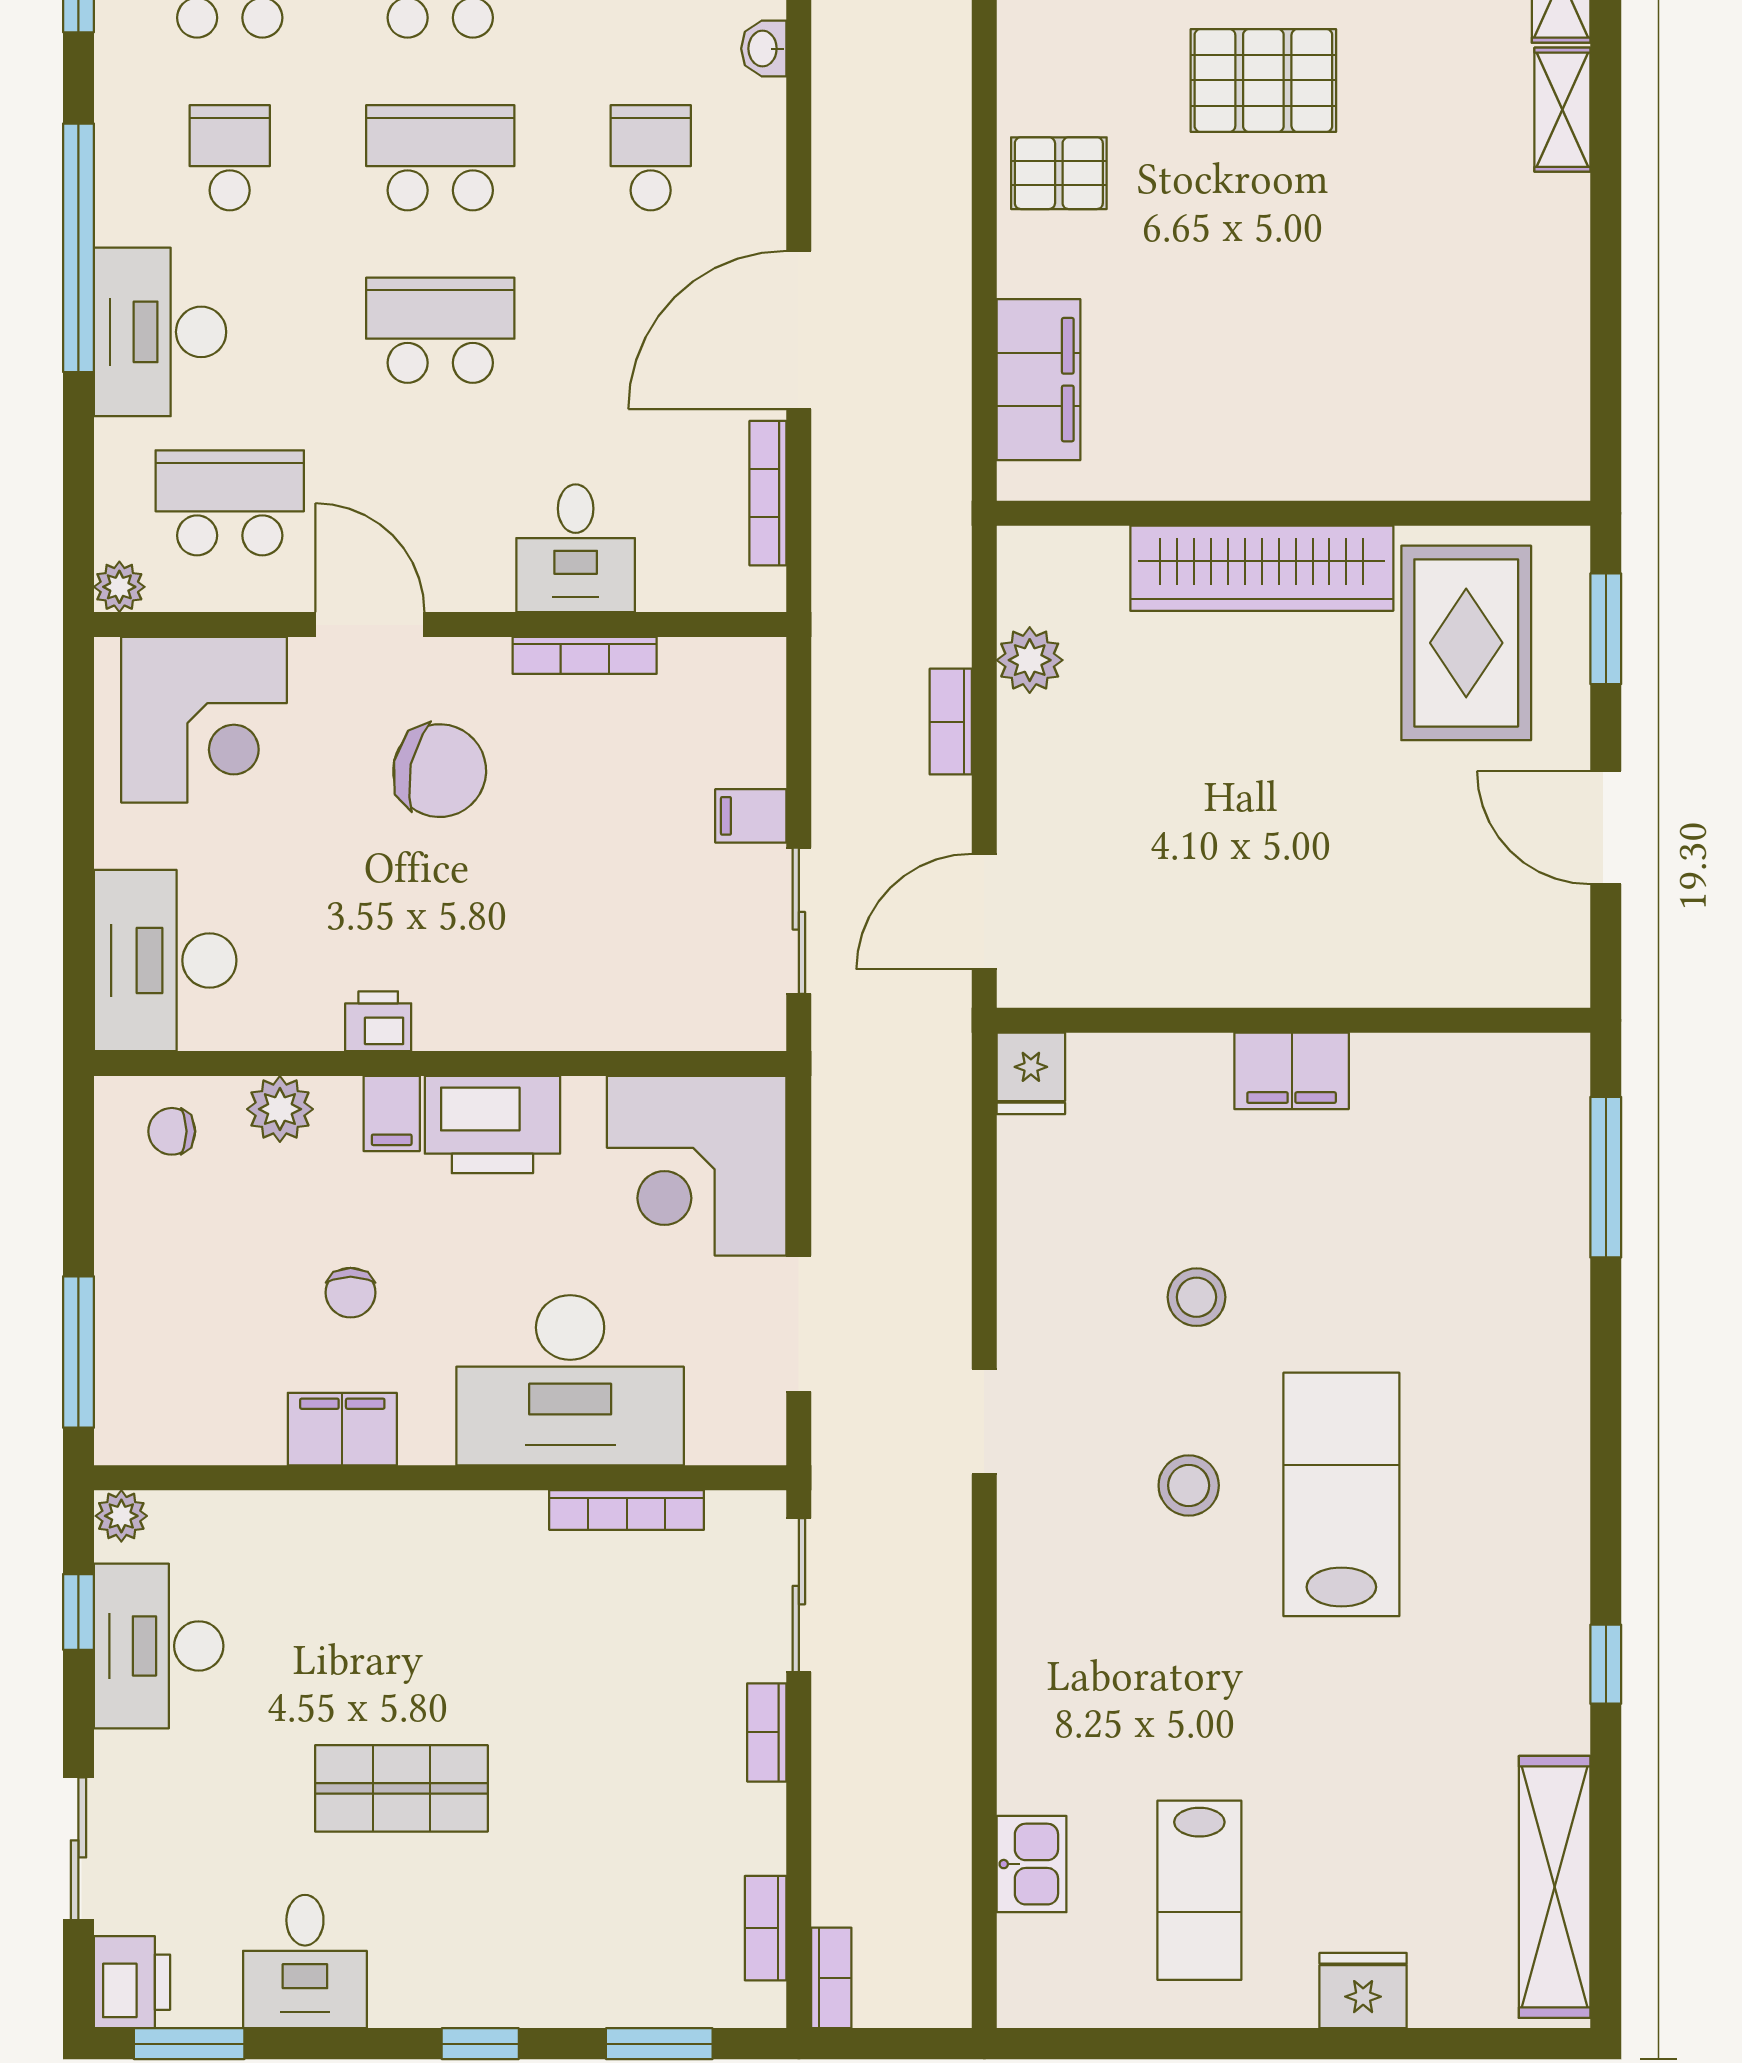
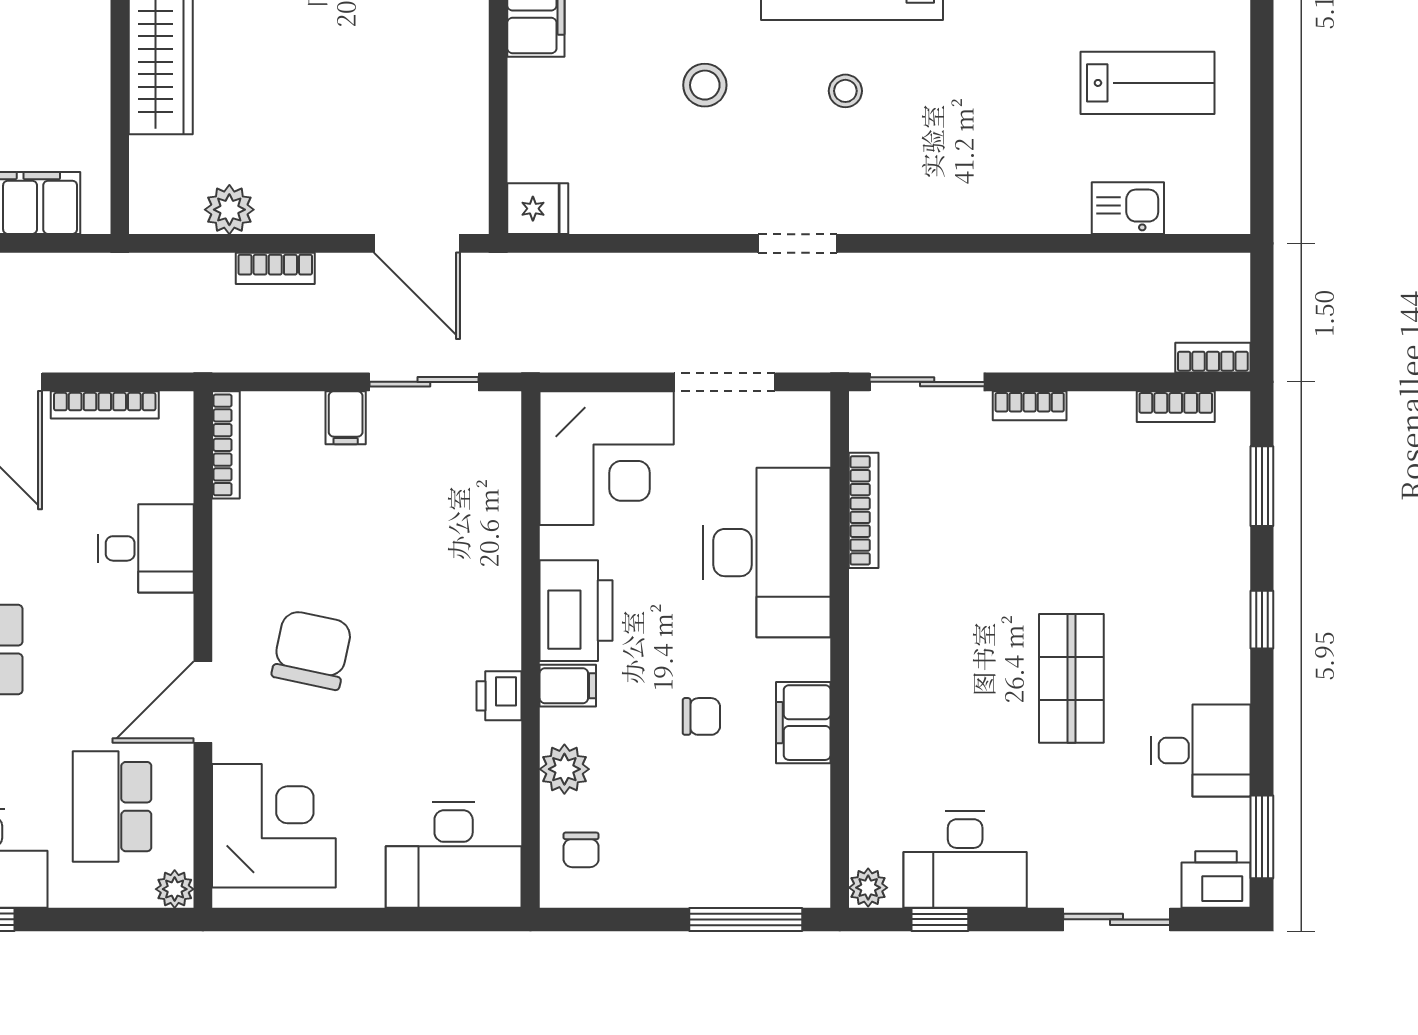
bookcase: (585, 655) -> (226, 445), moved
stool: (1189, 1485) -> (845, 91), width x0.73, depth x0.73

